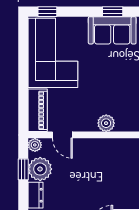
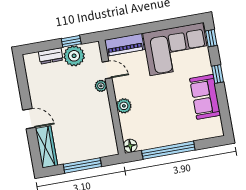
window: (113, 12) -> (218, 74), moved
door: (62, 135) -> (107, 70), swing flipped
plant: (35, 145) -> (101, 86), moved

